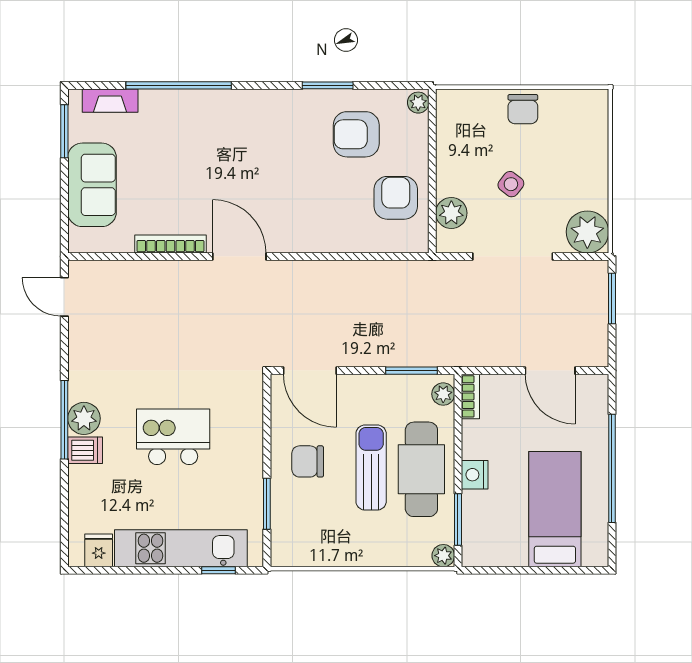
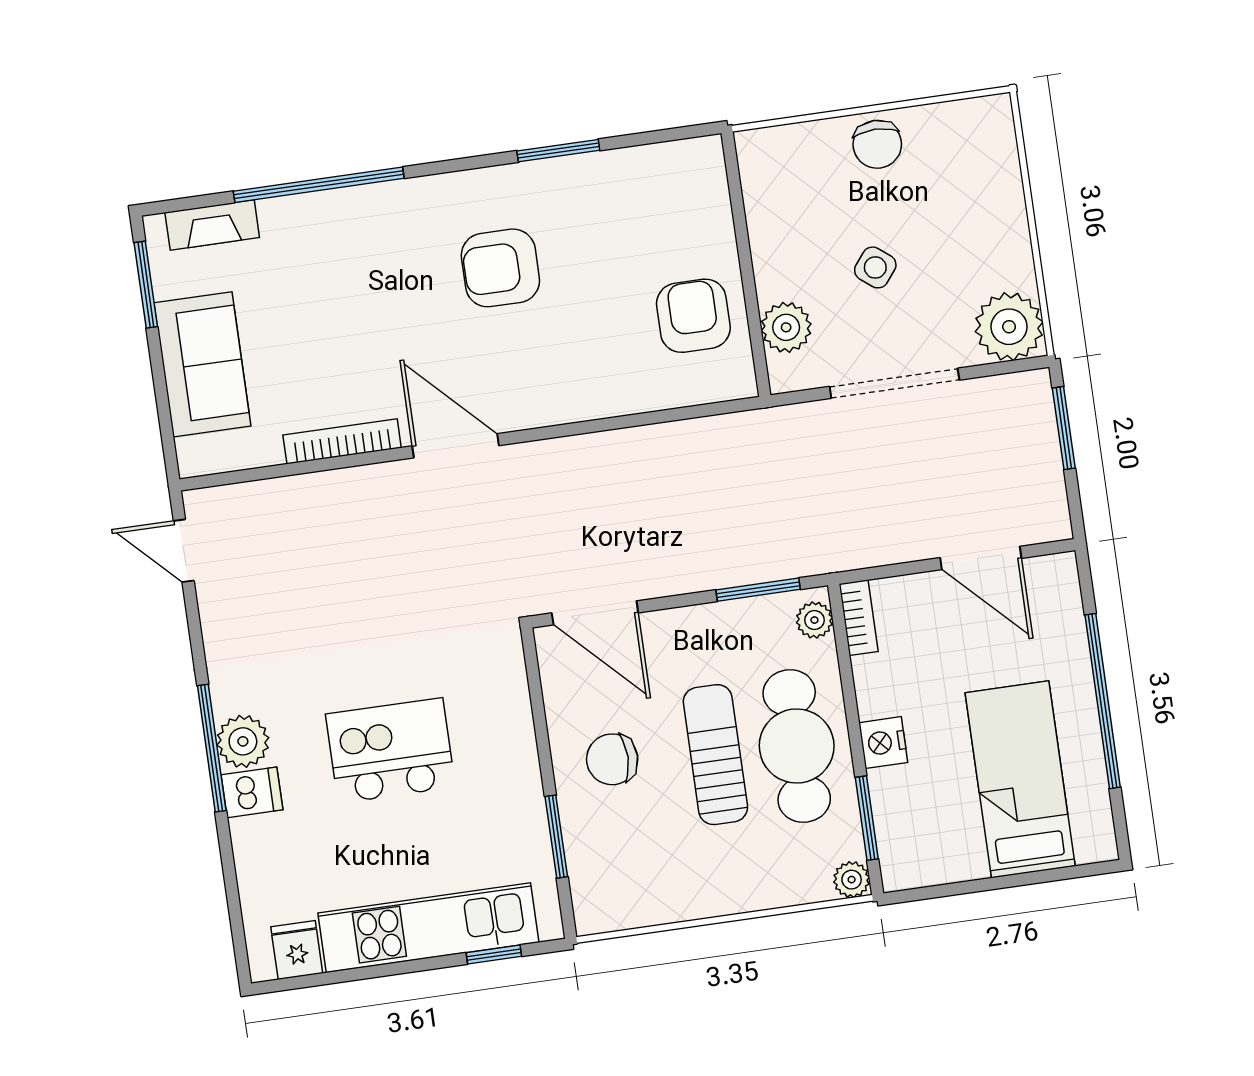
plant: (418, 103) -> (708, 158), removed
armchair: (356, 134) -> (500, 268), moved

